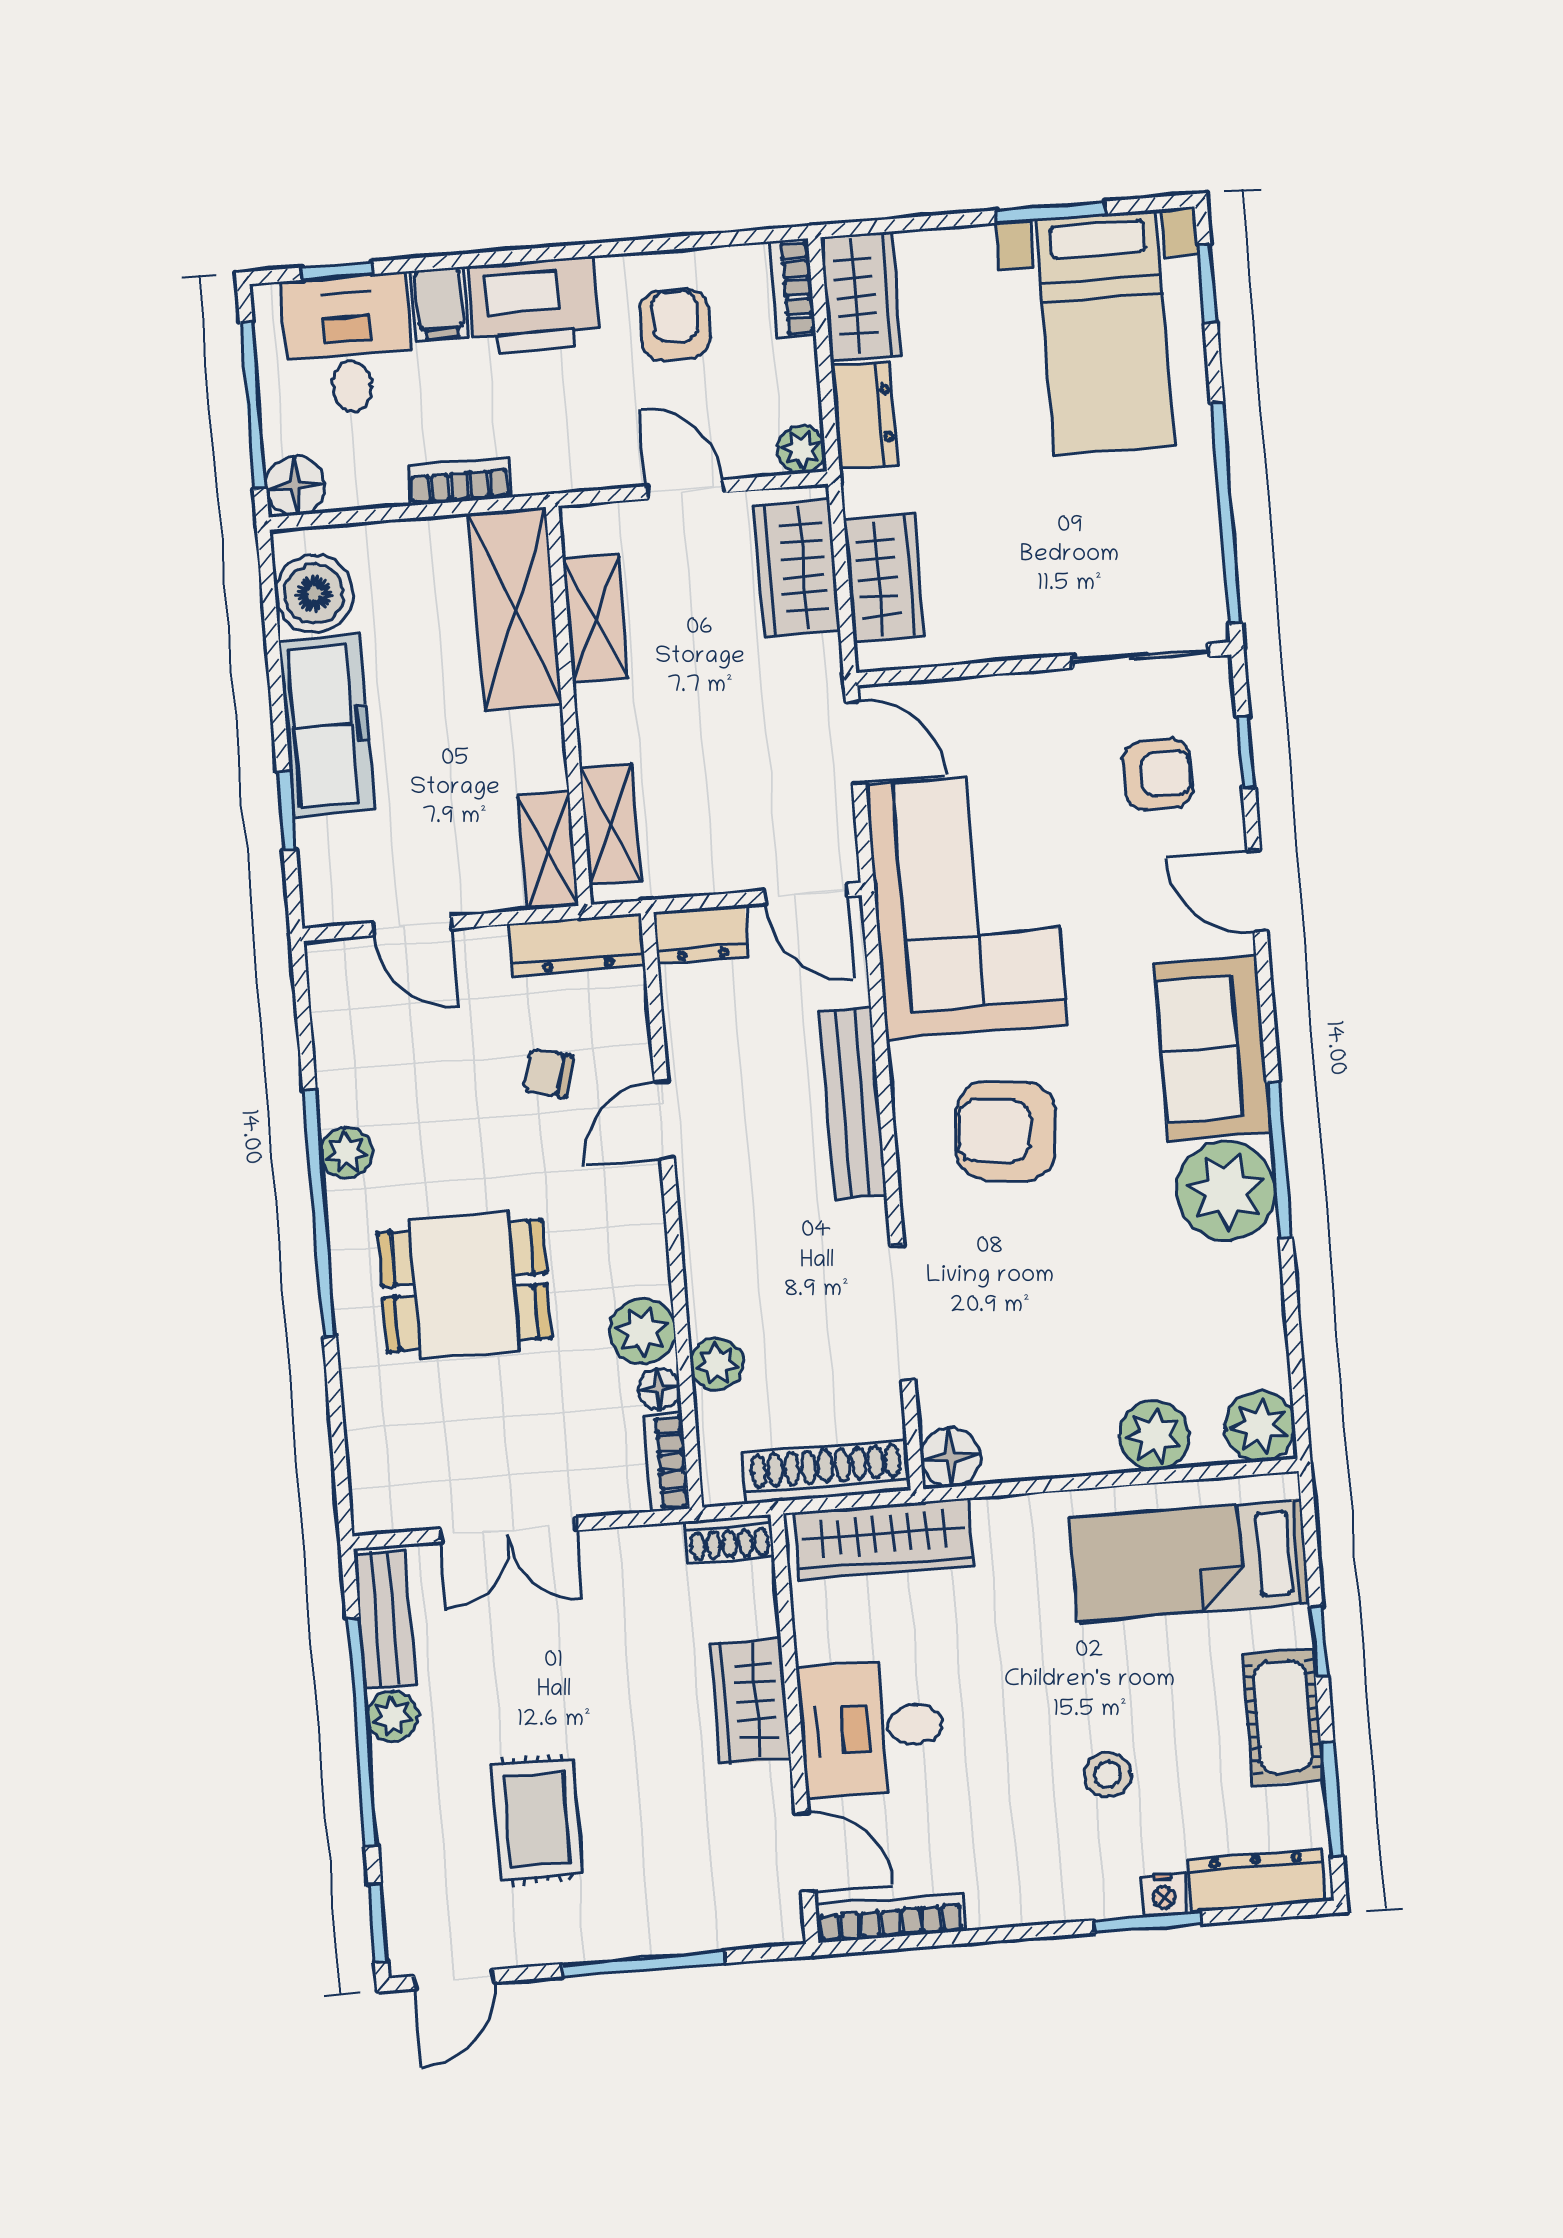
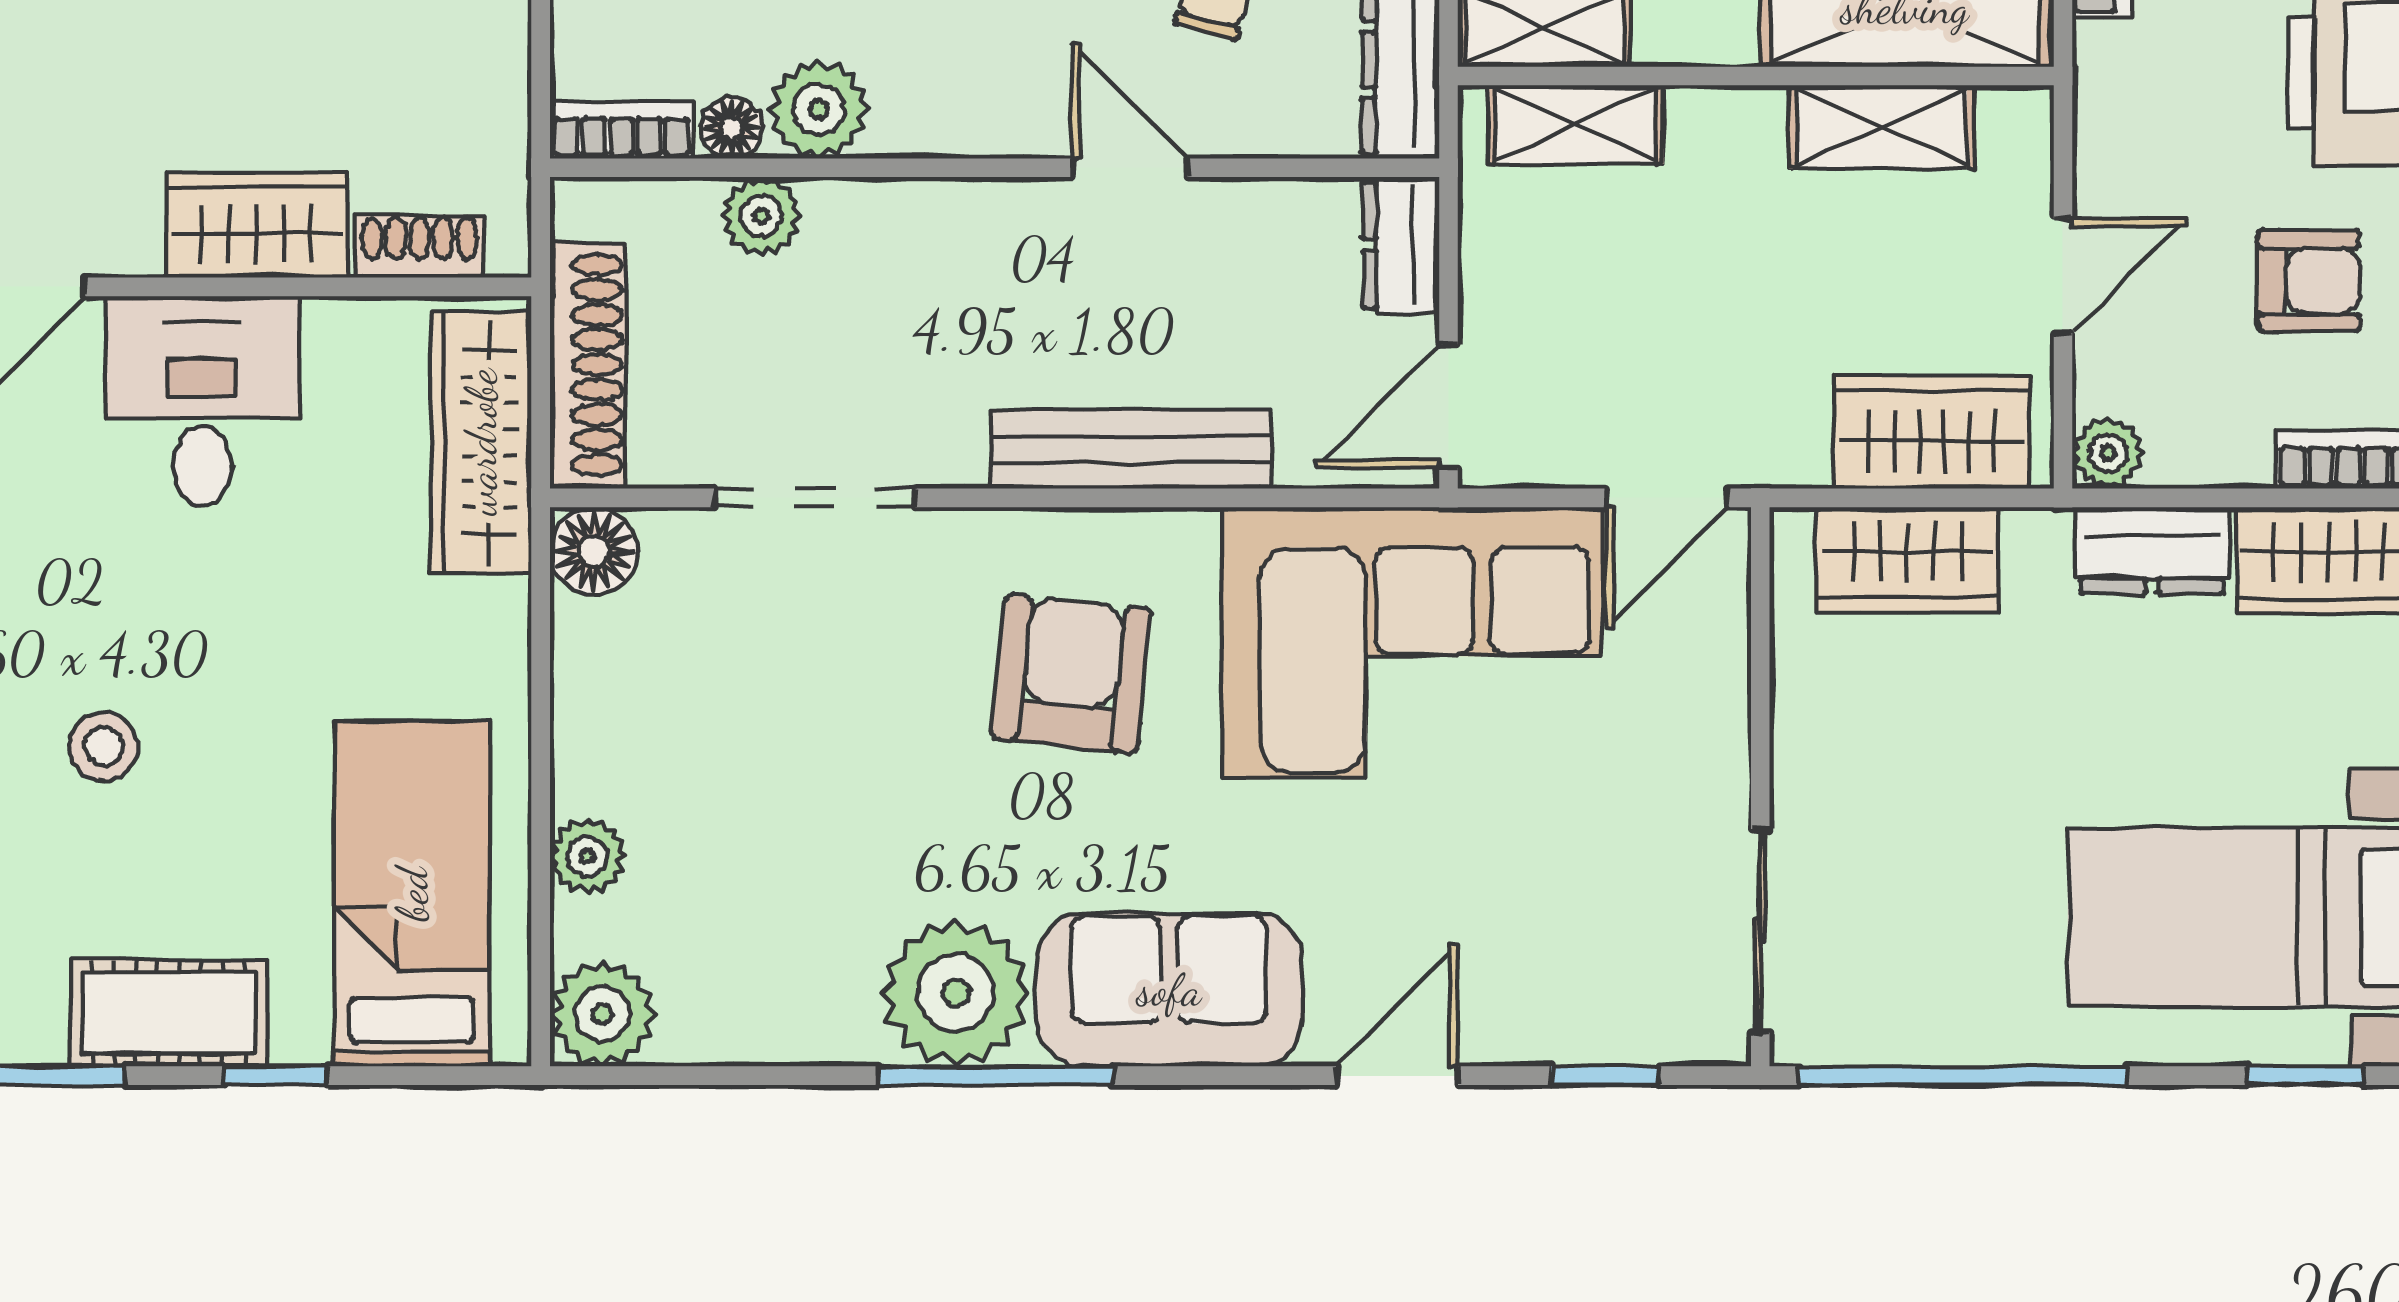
armchair: (1158, 774) -> (1582, 942), removed
plant: (1154, 1435) -> (588, 856), width x0.73, depth x0.73
shoe rack: (729, 1539) -> (420, 246), moved, turned 90

